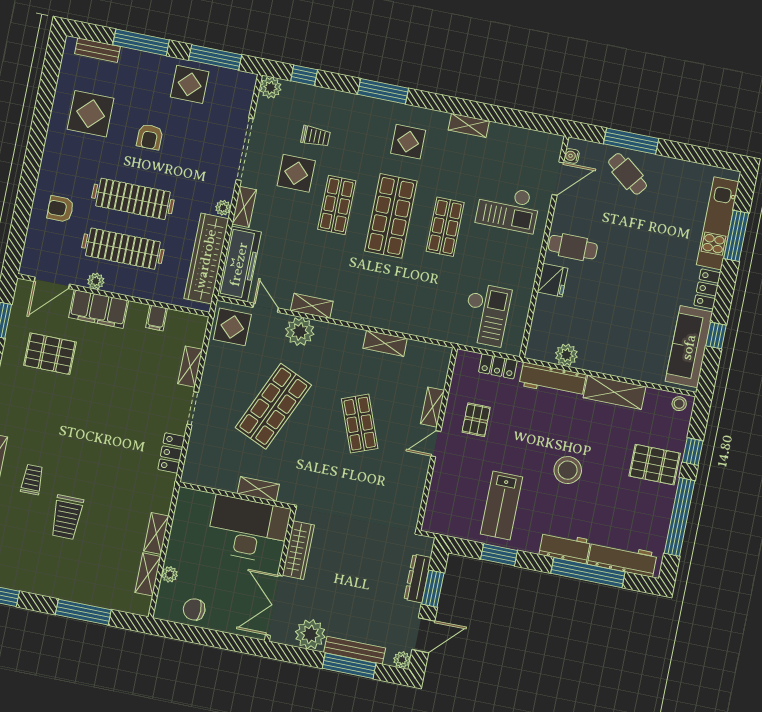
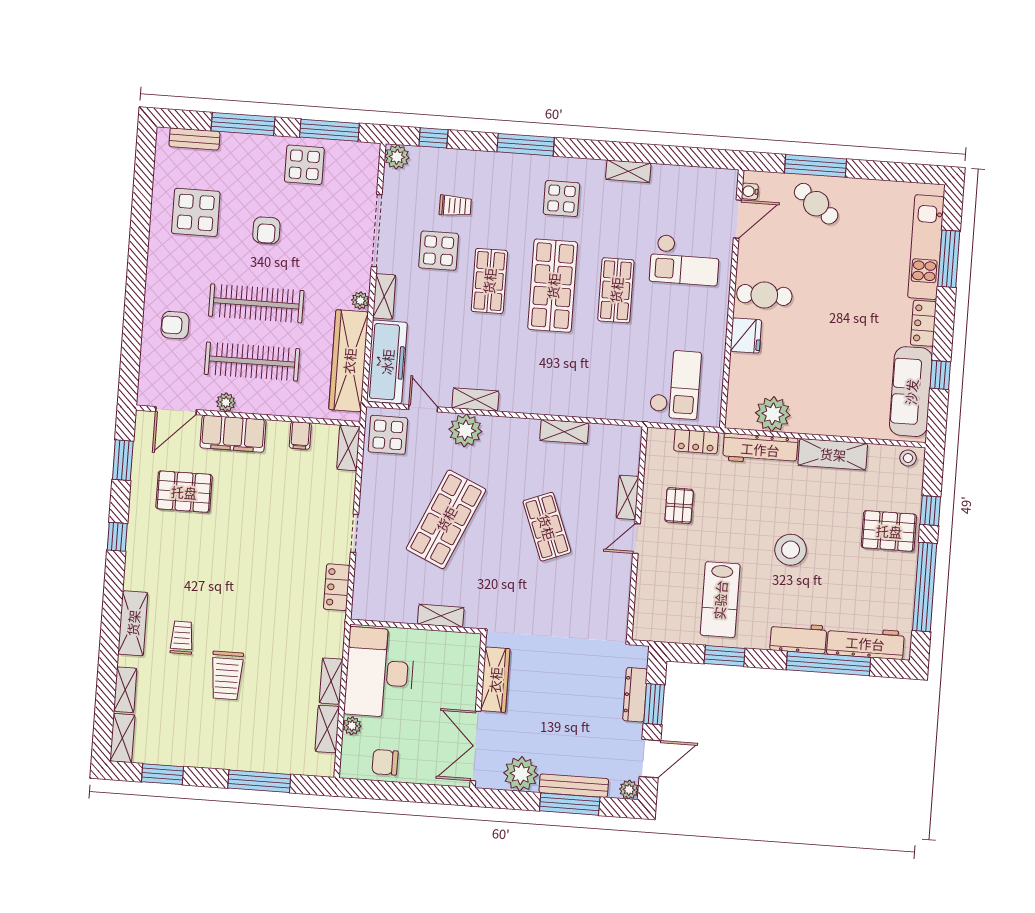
plant: (566, 355) -> (773, 414), width x1.36, depth x1.36
shelving: (190, 367) -> (348, 448), moved
desk: (248, 529) -> (379, 673), moved, turned -90

